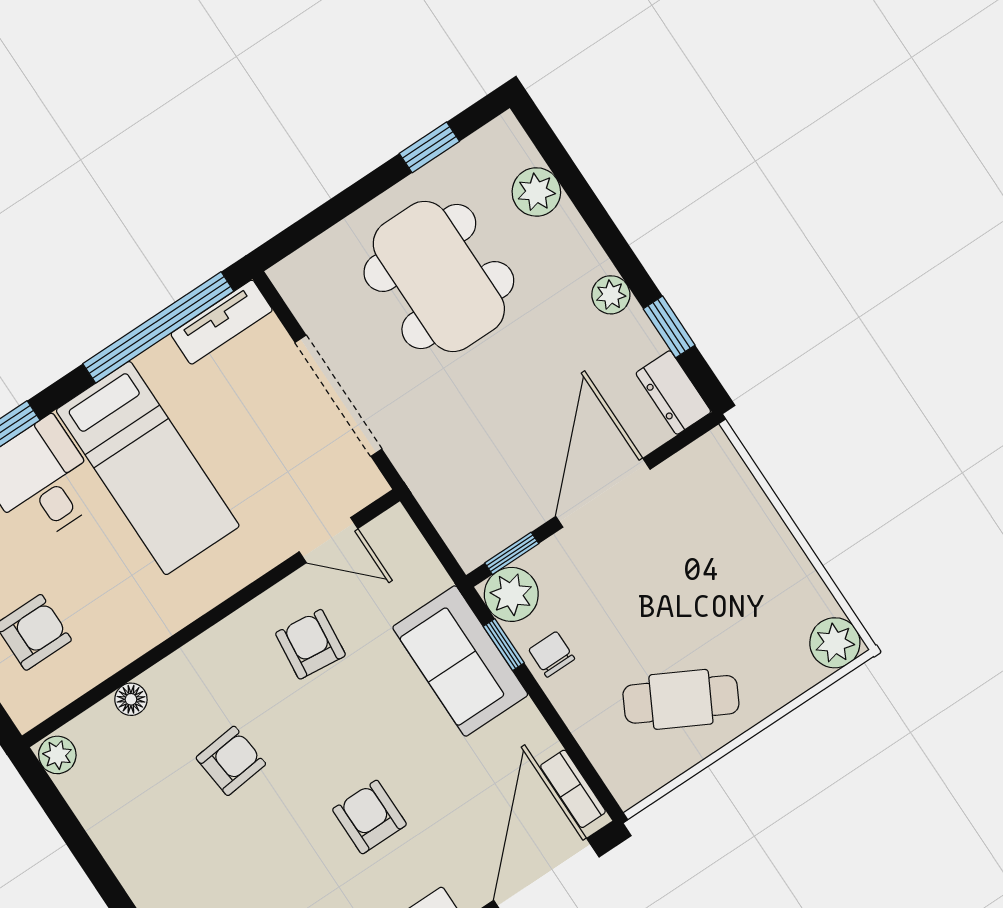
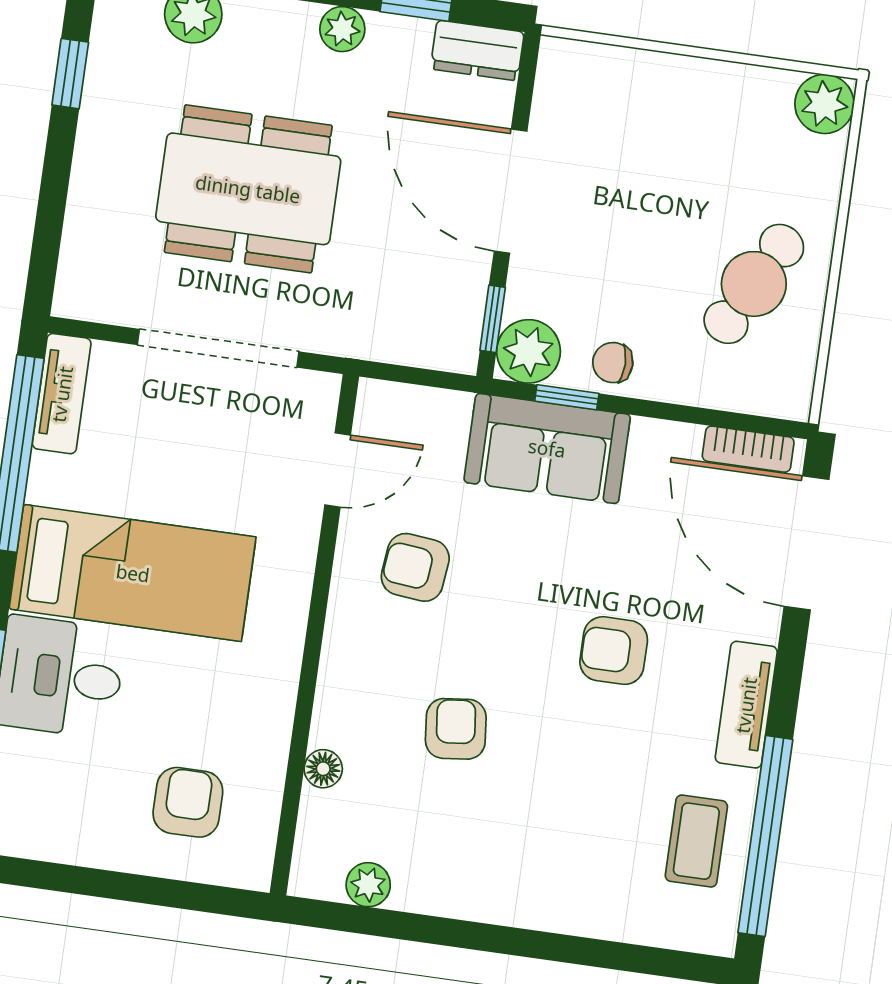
dining table: (439, 276) -> (248, 189), moved
plant: (57, 755) -> (368, 885), moved

